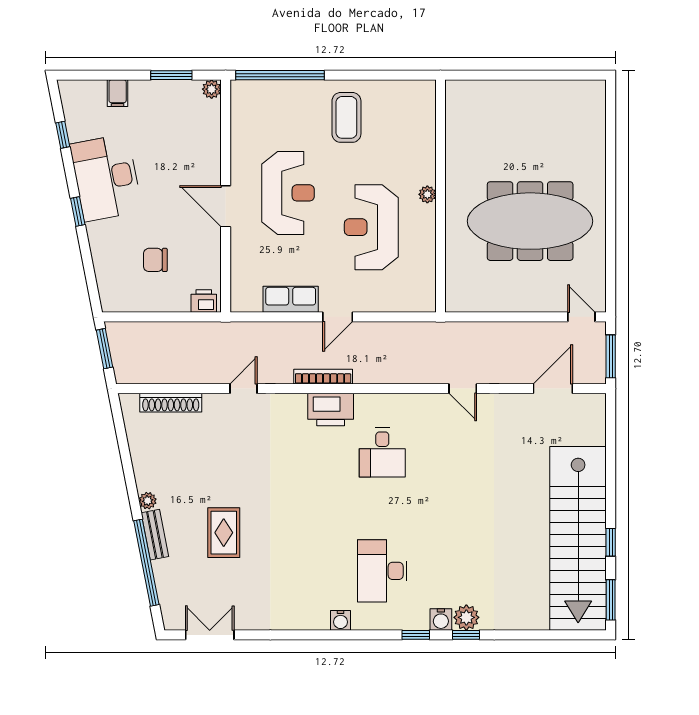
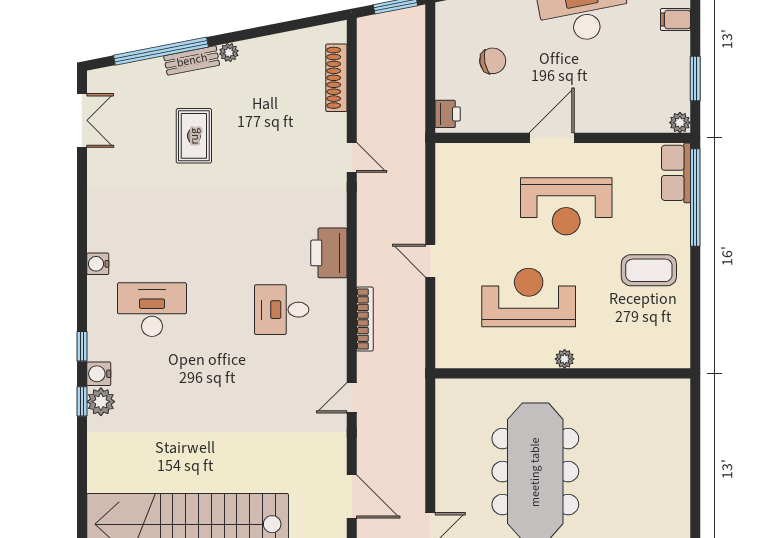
chair: (155, 260) -> (493, 61), turned 79
row of seats: (291, 299) -> (676, 173), moved, turned 180
bookcase: (323, 377) -> (365, 319), moved
rug: (224, 533) -> (194, 136), turned 90

